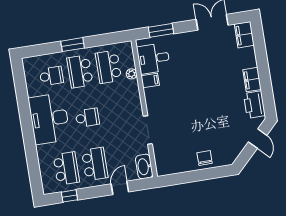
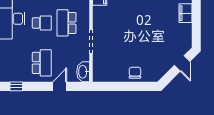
printer: (254, 105) -> (184, 34), removed
school desk: (66, 168) -> (66, 23), moved, turned 180

